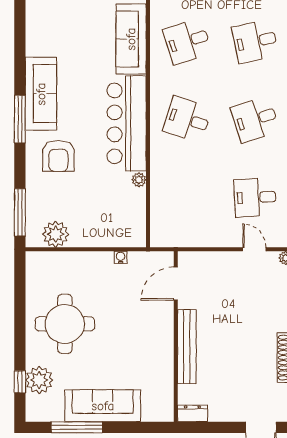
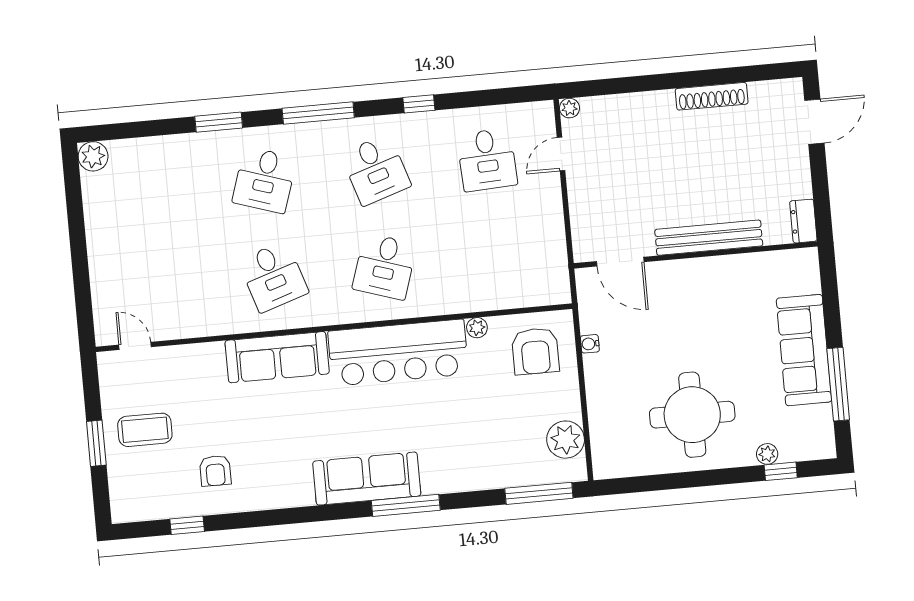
desk: (255, 41) -> (264, 180), turned 30
armchair: (58, 156) -> (535, 351), moved, turned 90
plant: (39, 380) -> (767, 454), width x0.53, depth x0.53

